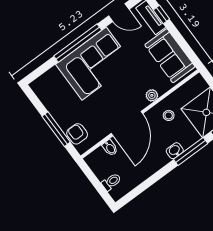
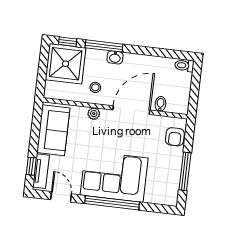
window: (56, 129) -> (185, 171), moved
toilet: (111, 182) -> (184, 66), moved

